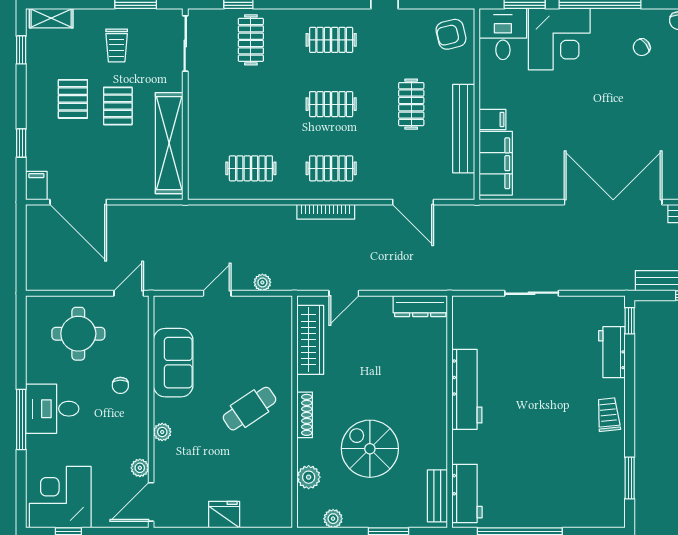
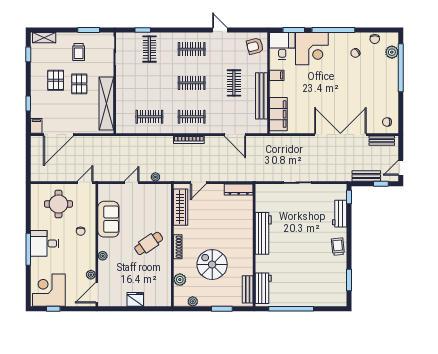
filing cabinet: (493, 119) -> (277, 75), moved
door: (78, 202) -> (58, 135), hinge flipped

